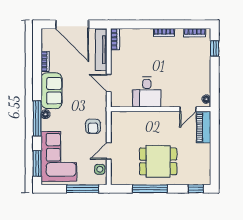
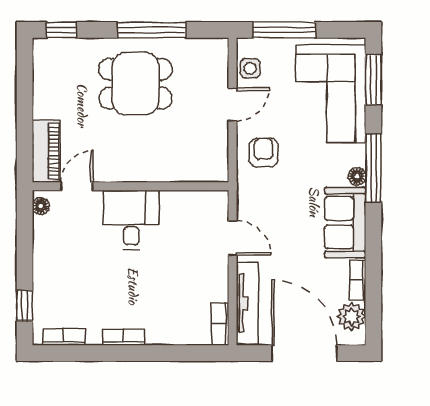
plant: (48, 43) -> (352, 317), added
desk: (147, 92) -> (131, 220), moved

